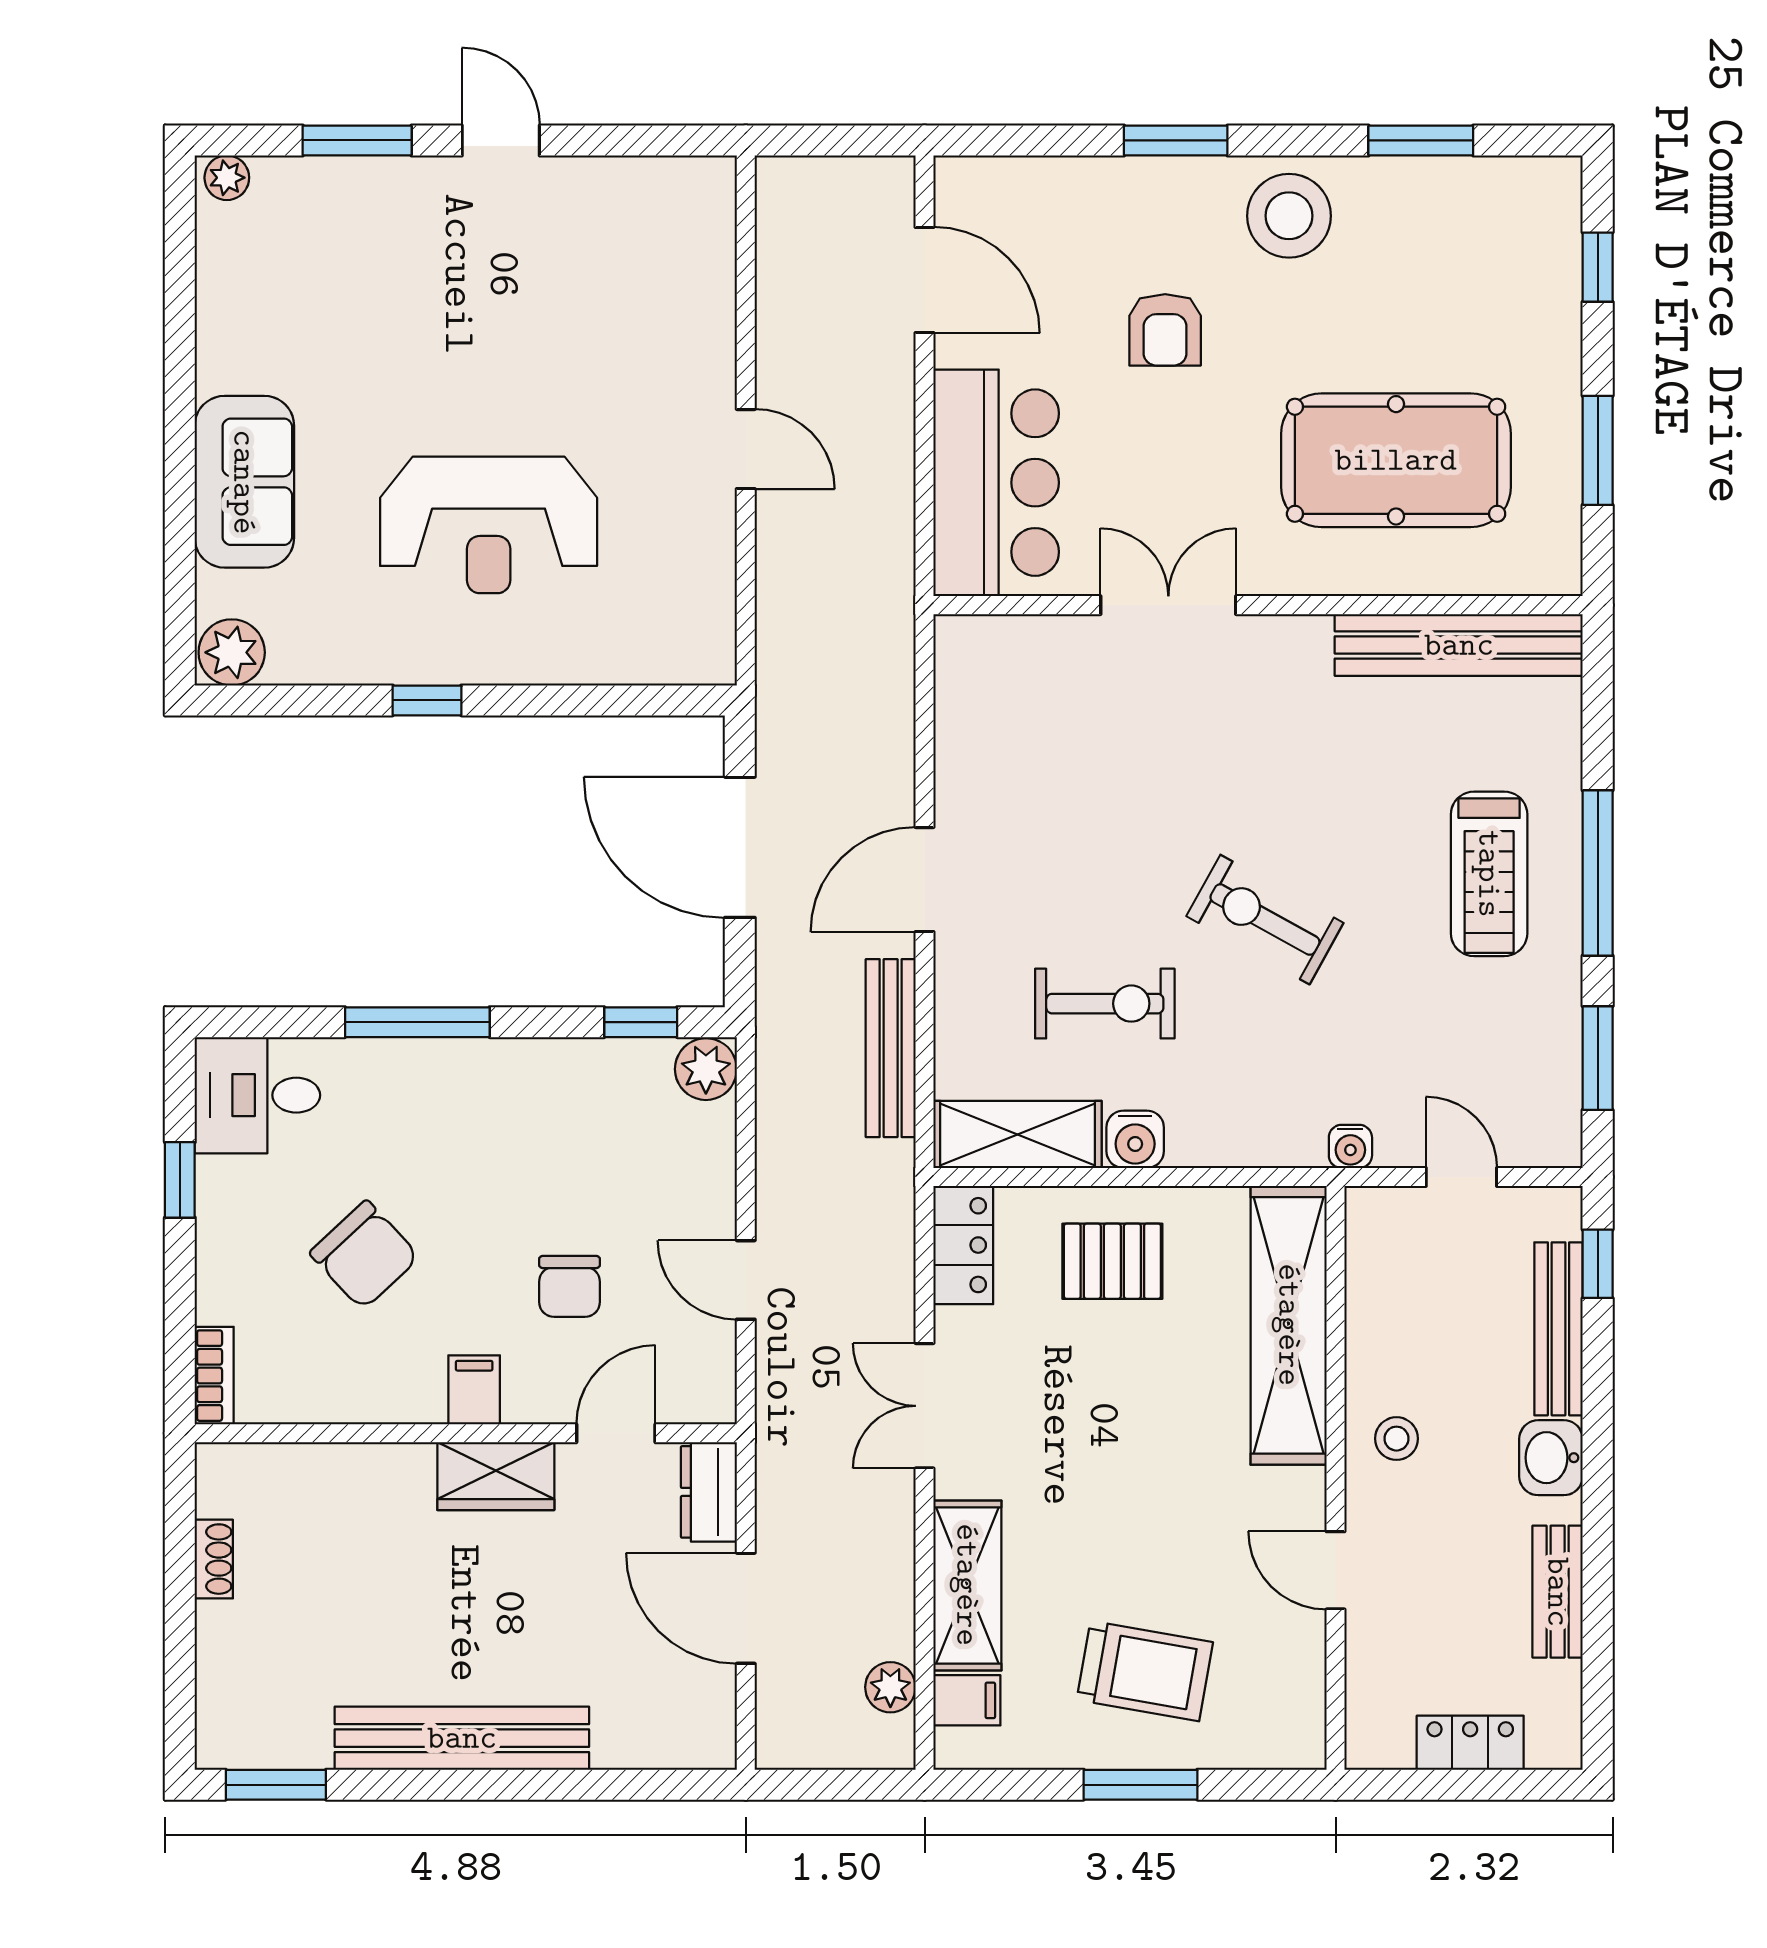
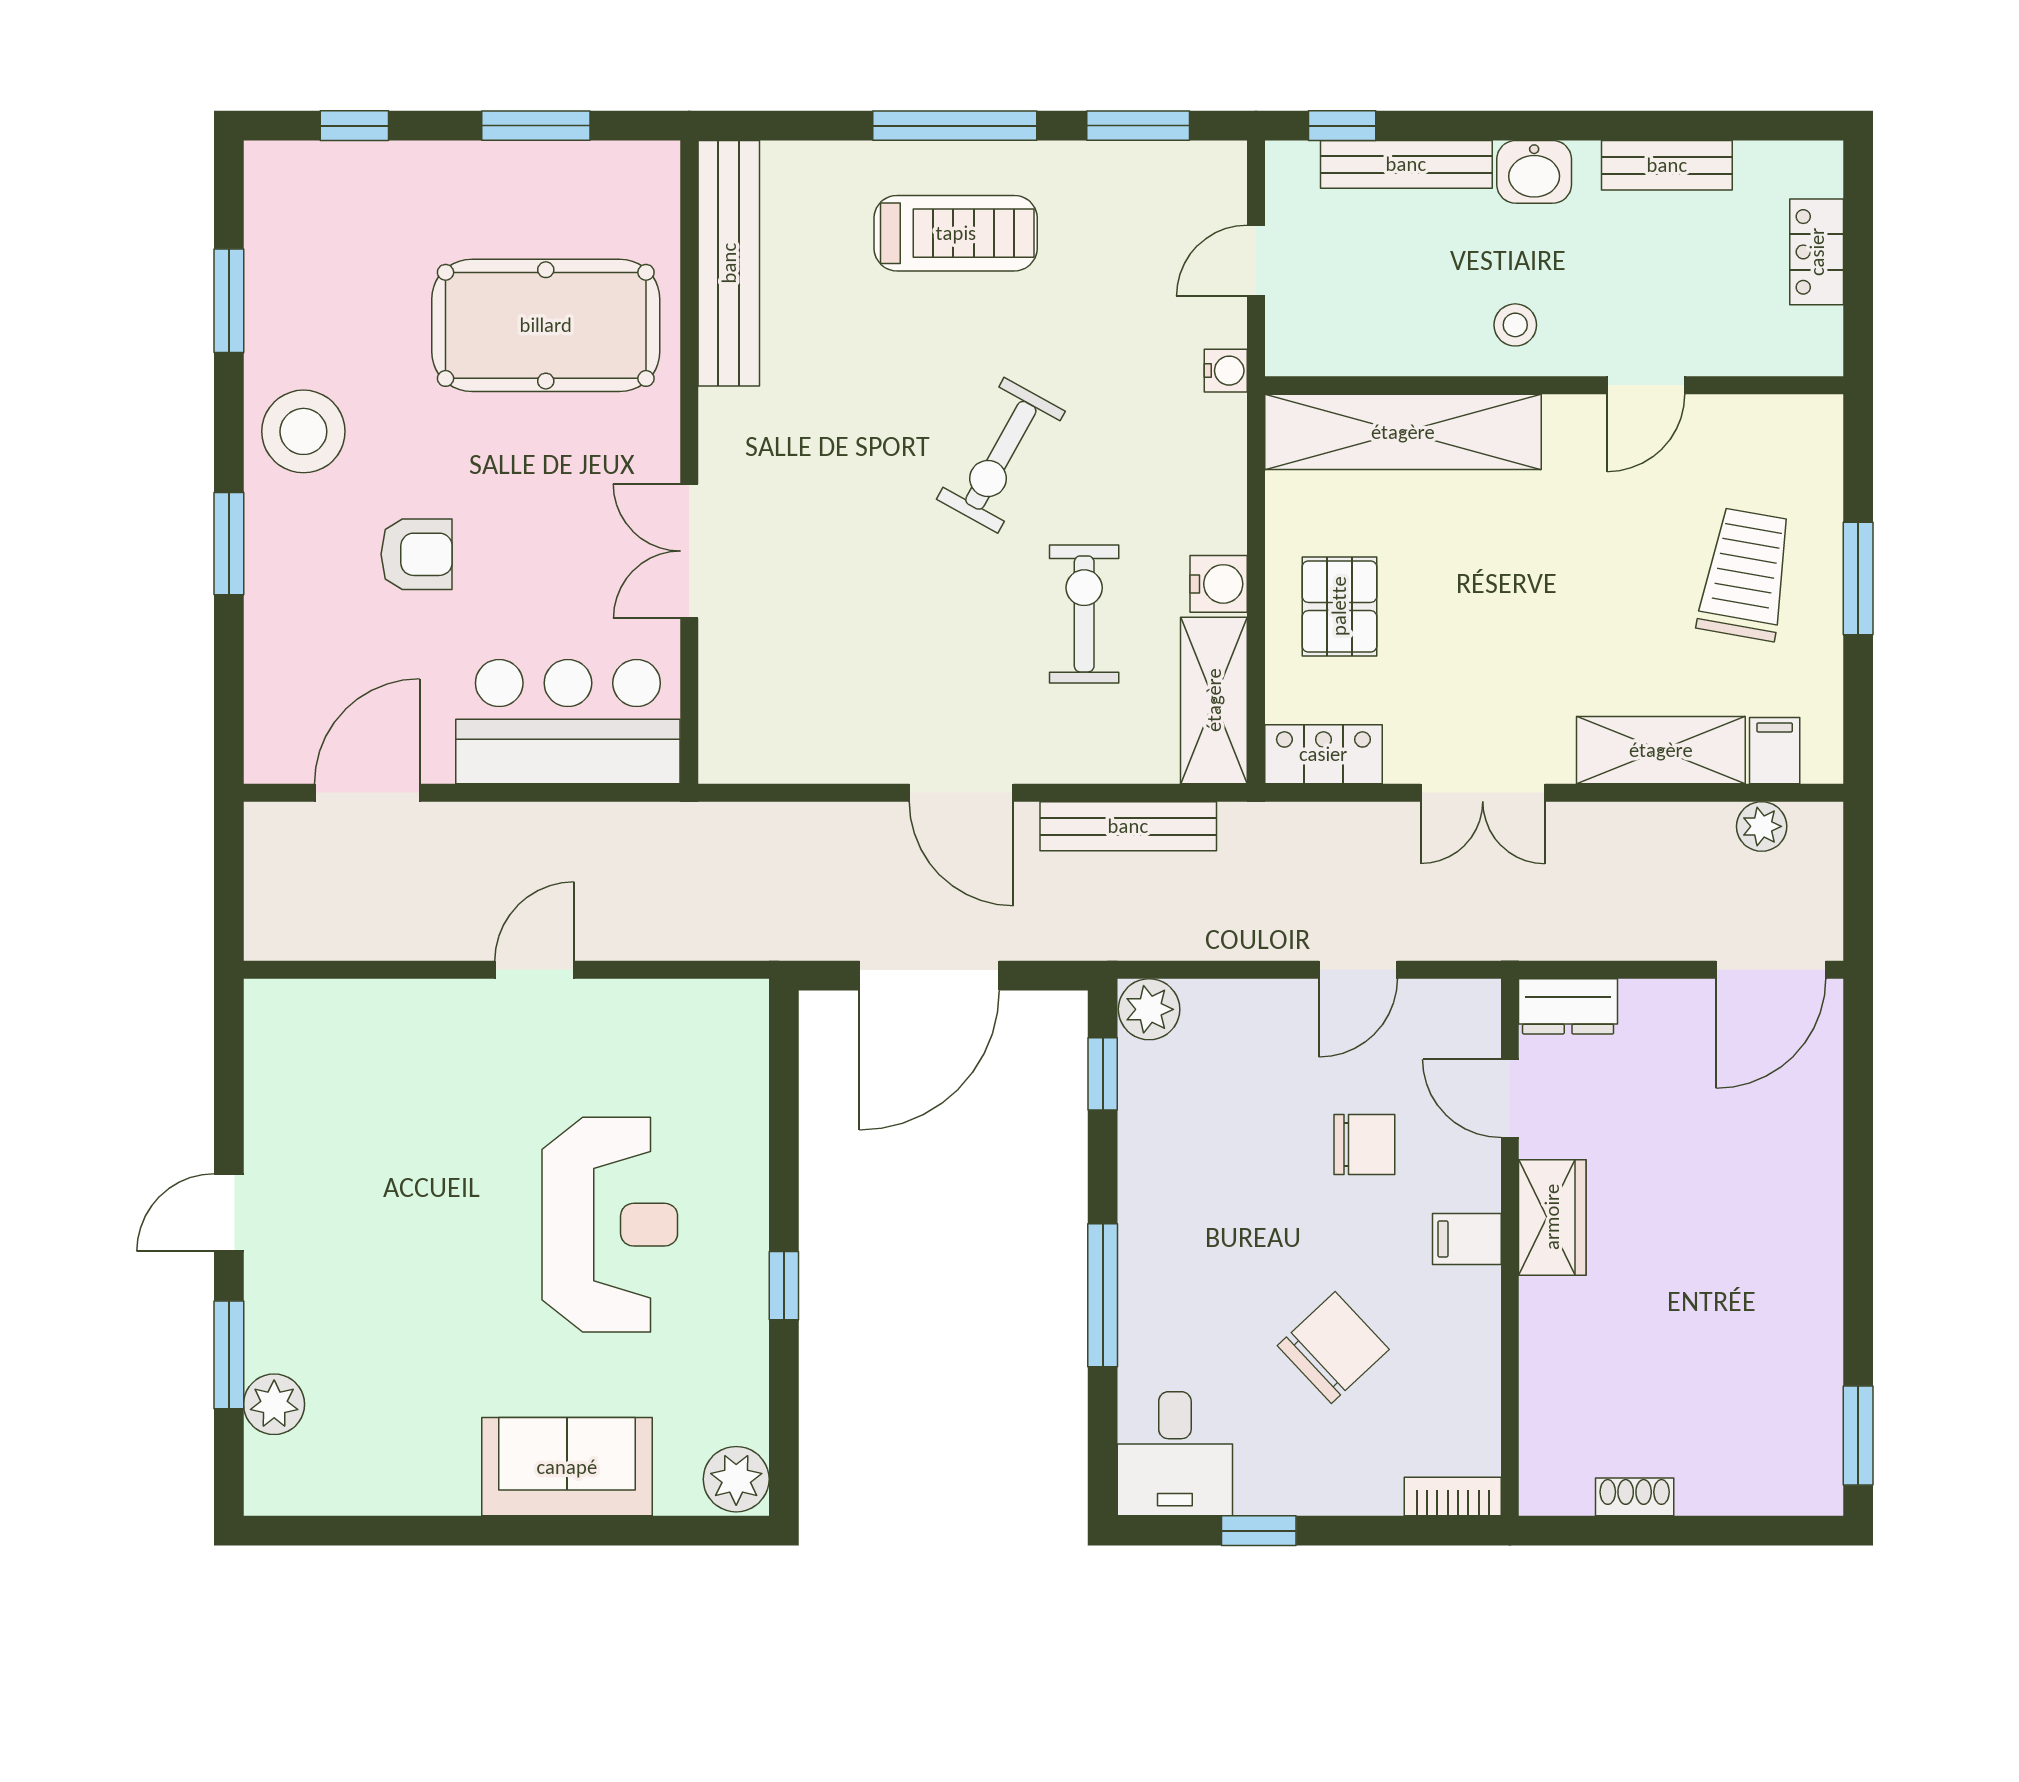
plant: (227, 178) -> (274, 1404), moved, width x1.38, depth x1.38
pool table: (1396, 460) -> (546, 325), turned 90
door: (746, 1608) -> (1771, 970), moved
bench: (462, 1738) -> (1812, 1251), removed

